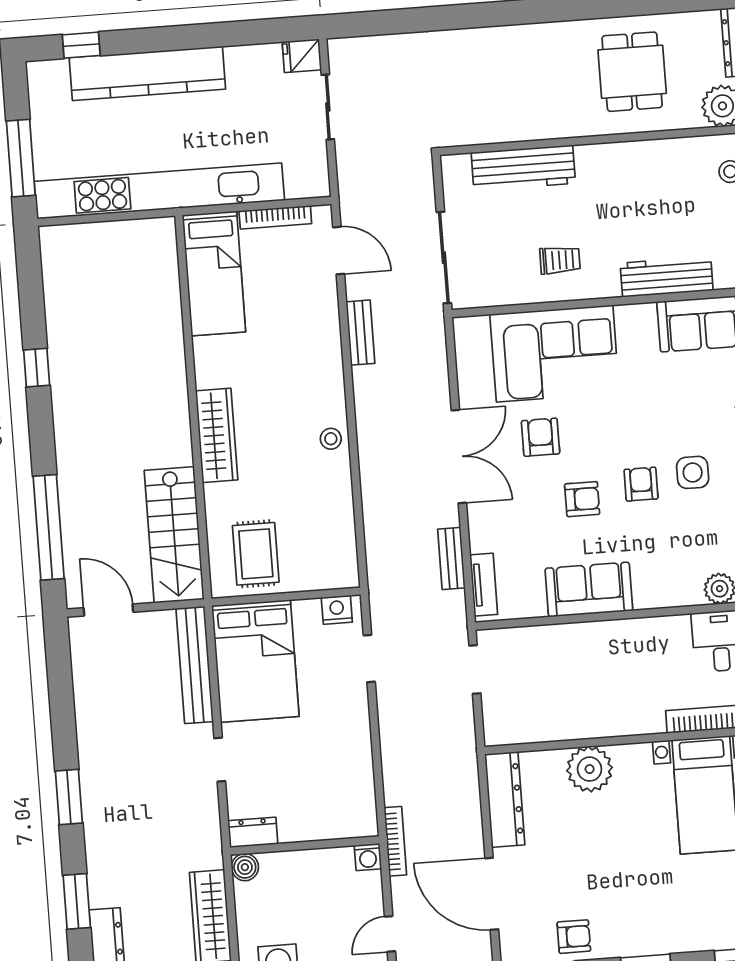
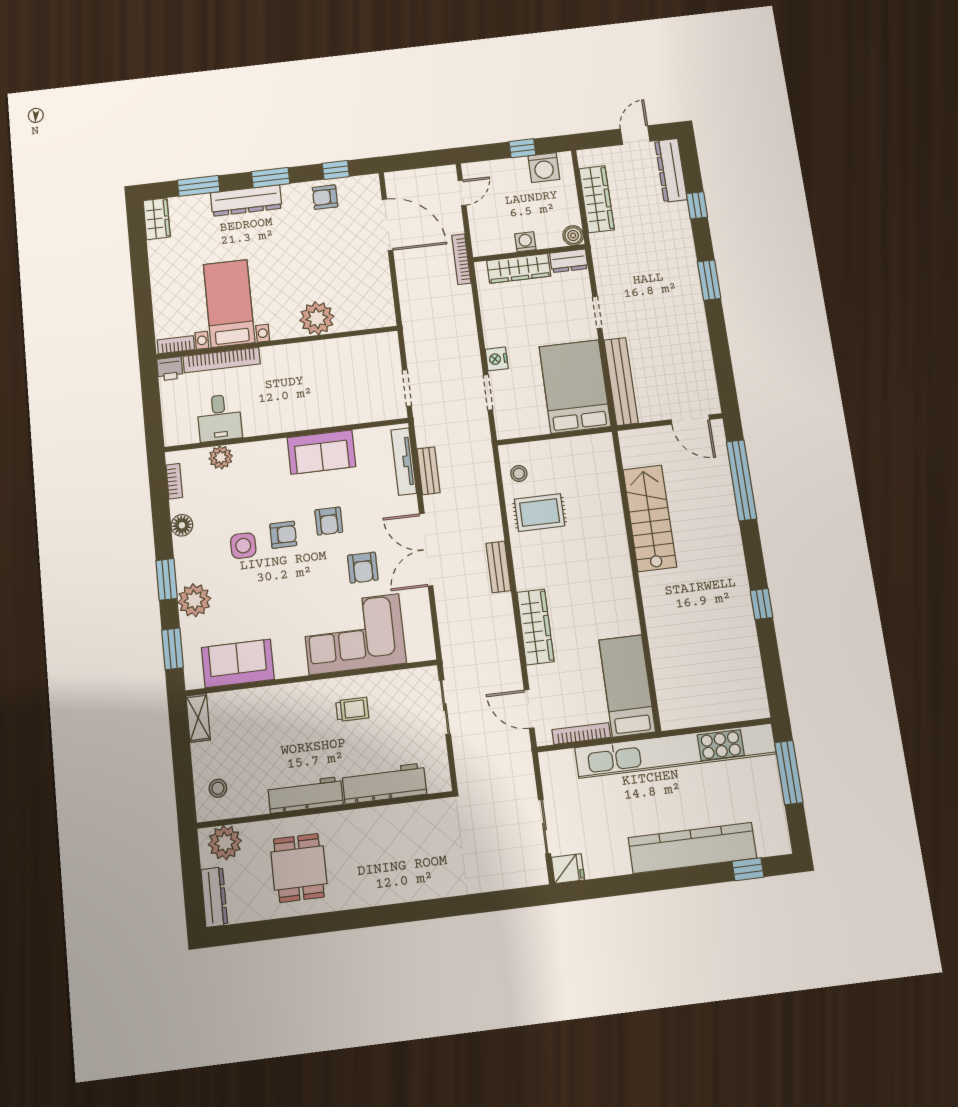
sliding door: (444, 258) -> (445, 707), width x0.73
trolley: (560, 260) -> (352, 709), turned 180
workbench: (667, 277) -> (305, 795), moved, turned 180
bench: (360, 333) -> (498, 567), moved
wardrobe: (217, 435) -> (535, 627), moved, turned 180
stool: (331, 439) -> (519, 473), moved
armchair: (641, 484) -> (283, 535), turned -90
armchair: (582, 499) -> (329, 521), turned -90
stairs: (174, 535) -> (650, 518), moved
rug: (256, 554) -> (540, 513), moved, turned 90
tv unit: (484, 585) -> (404, 462), width x1.41
nightstand: (337, 610) -> (497, 359), moved, turned 90
dresser: (505, 799) -> (246, 201), moved, turned -90
wardrobe: (320, 825) -> (519, 268), added
washing machine: (368, 857) -> (525, 242), moved
window: (77, 901) -> (697, 205), width x0.67

